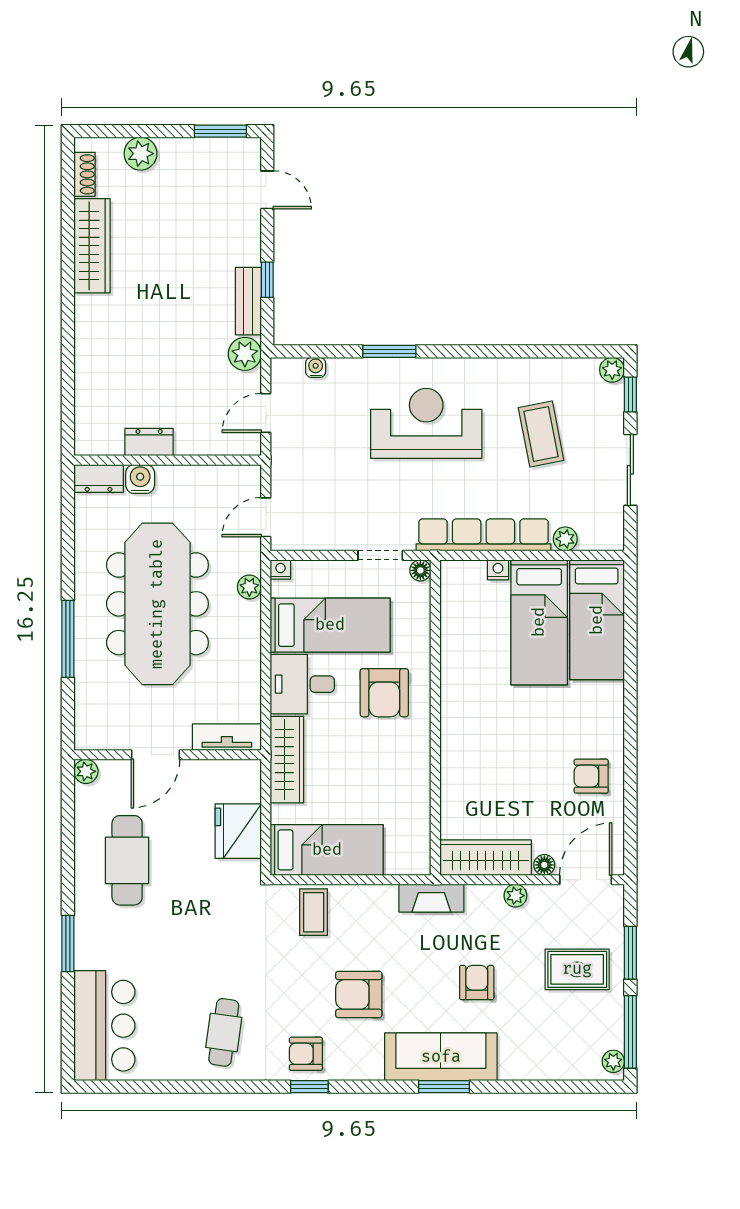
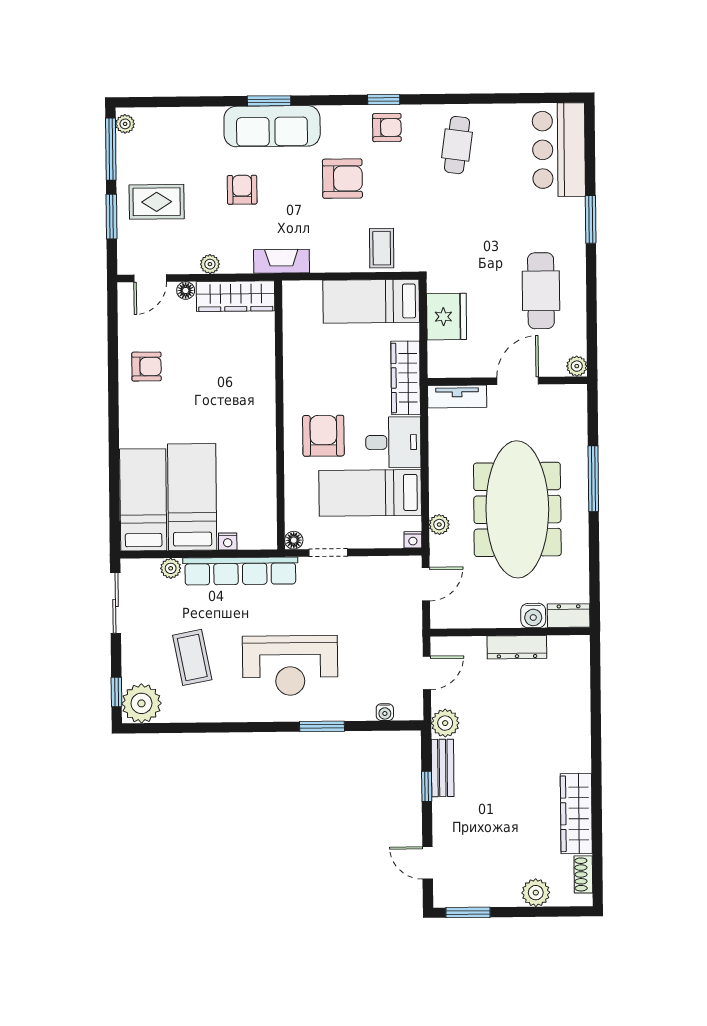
plant: (612, 370) -> (141, 703), width x1.87, depth x1.87
dresser: (149, 442) -> (517, 647), width x1.44
sliding door: (630, 470) -> (116, 603), moved
door: (586, 880) -> (150, 278), width x0.73
armchair: (477, 983) -> (242, 190), turned 180

